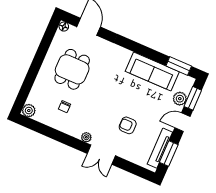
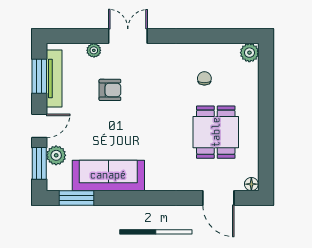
plant: (86, 137) -> (94, 50), moved

